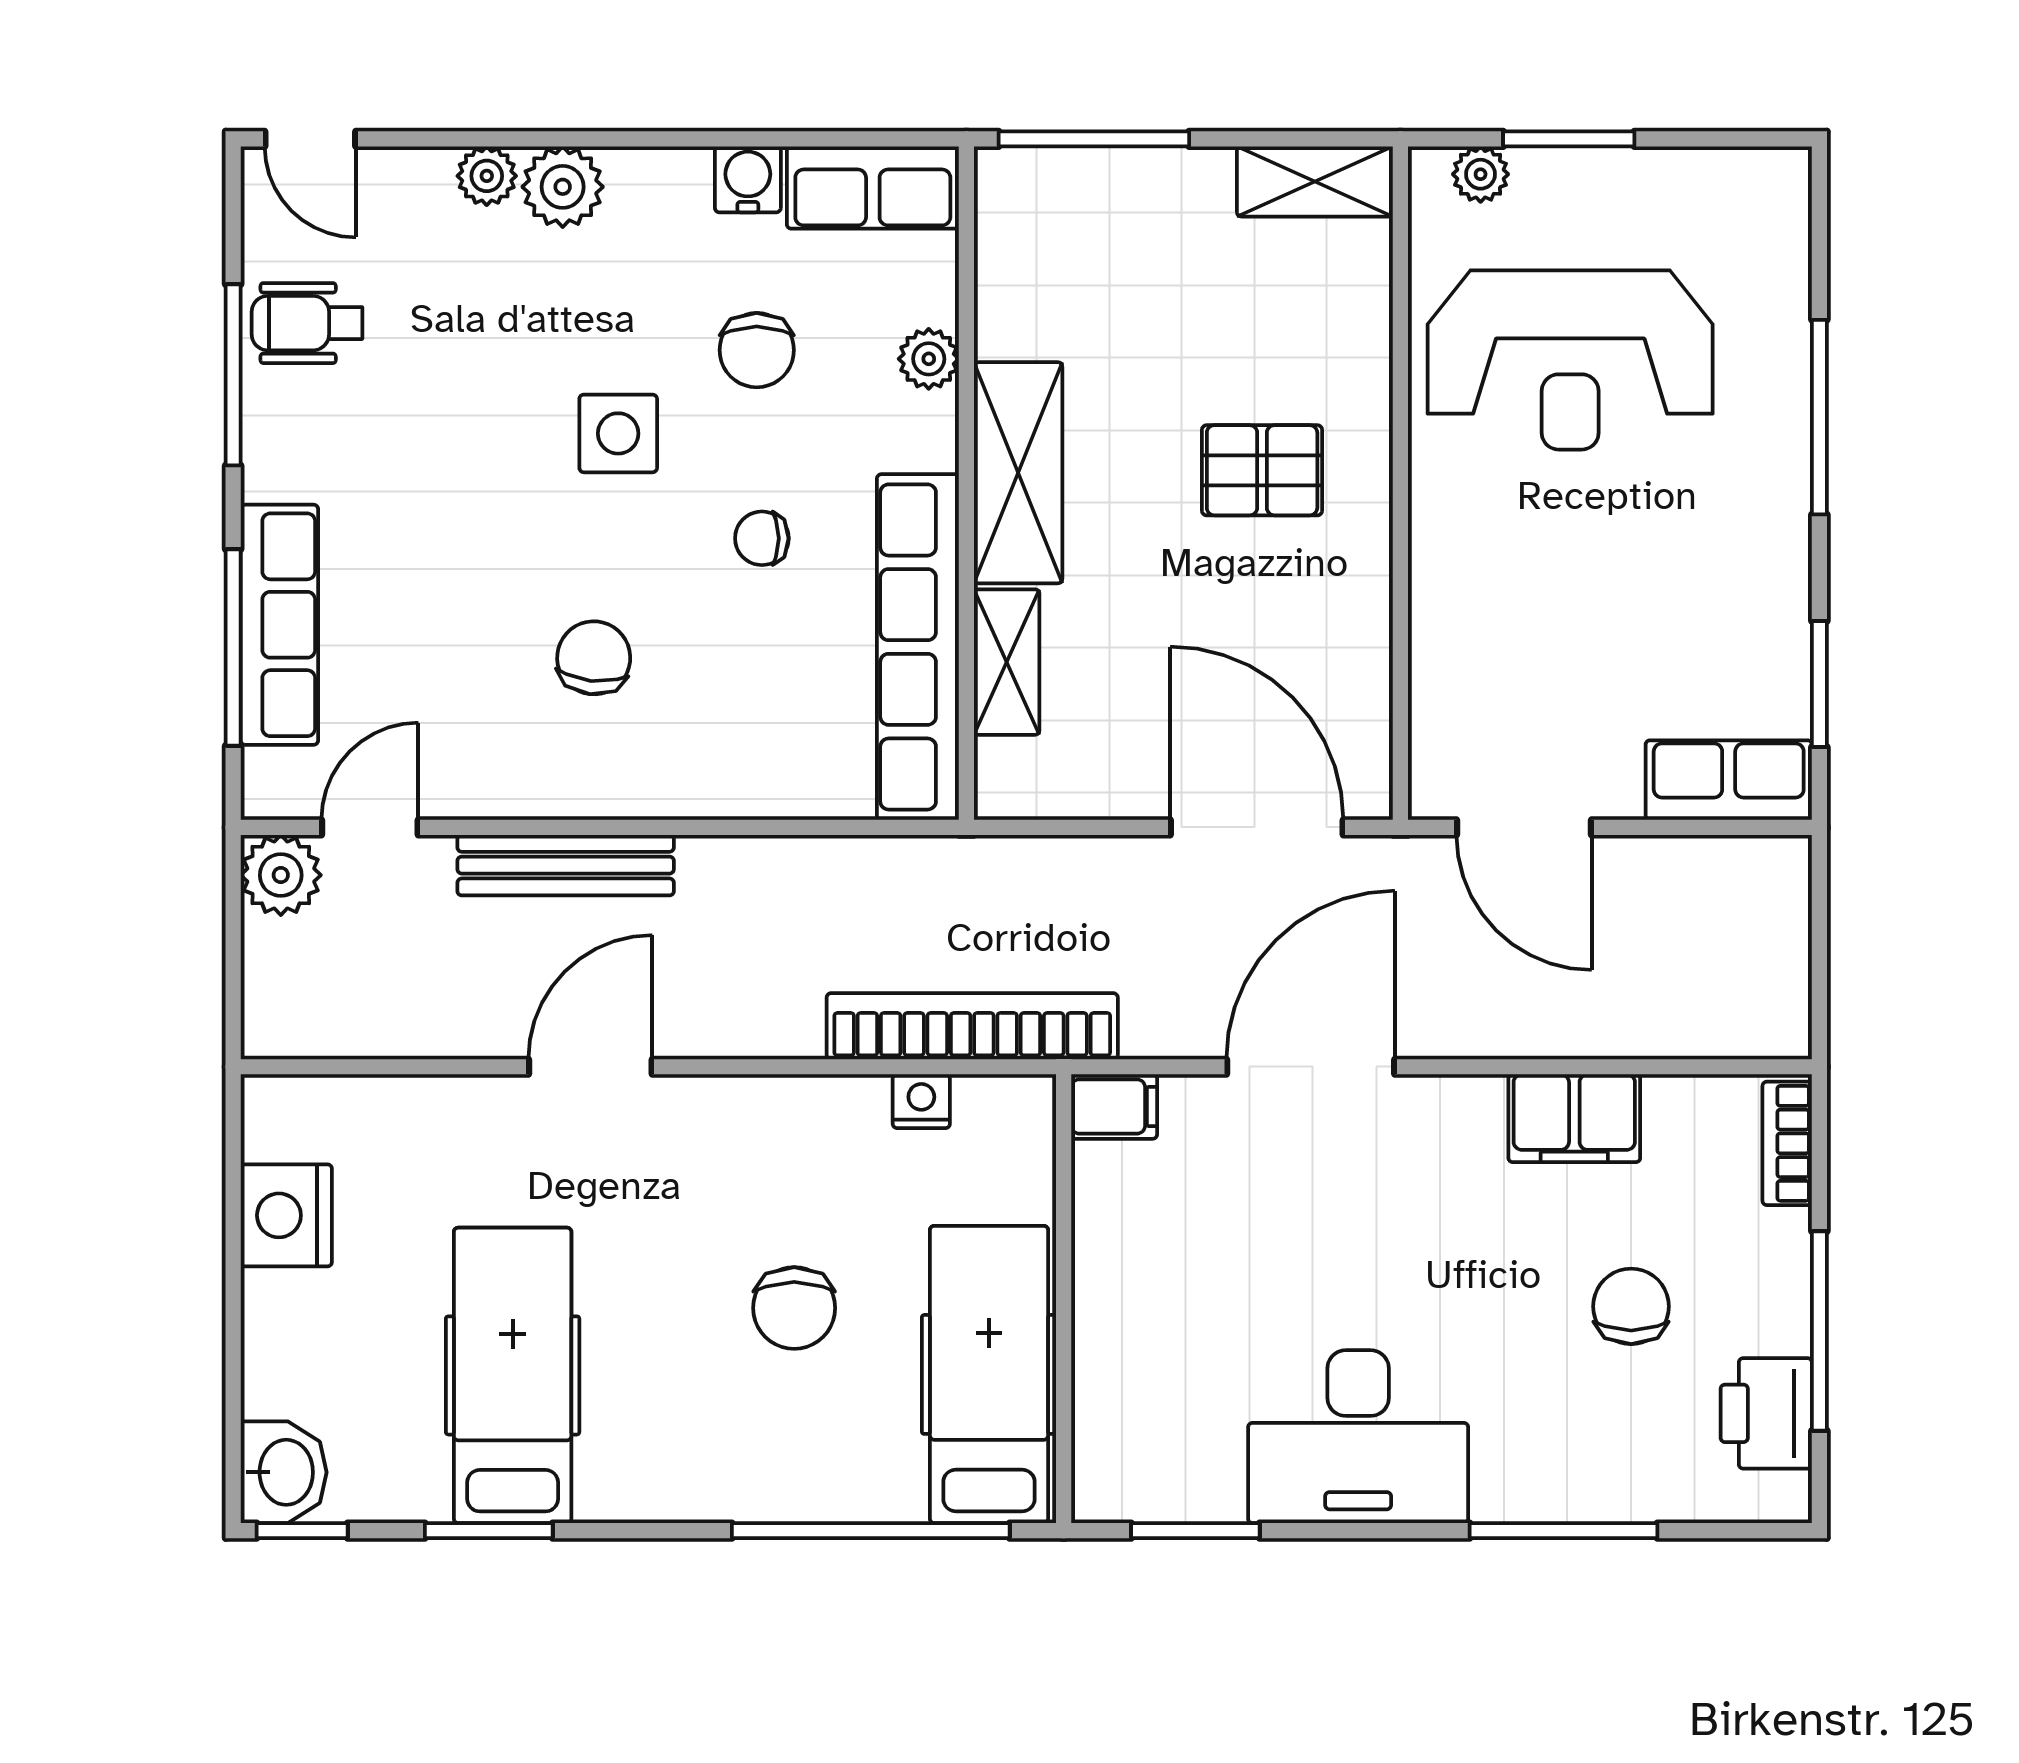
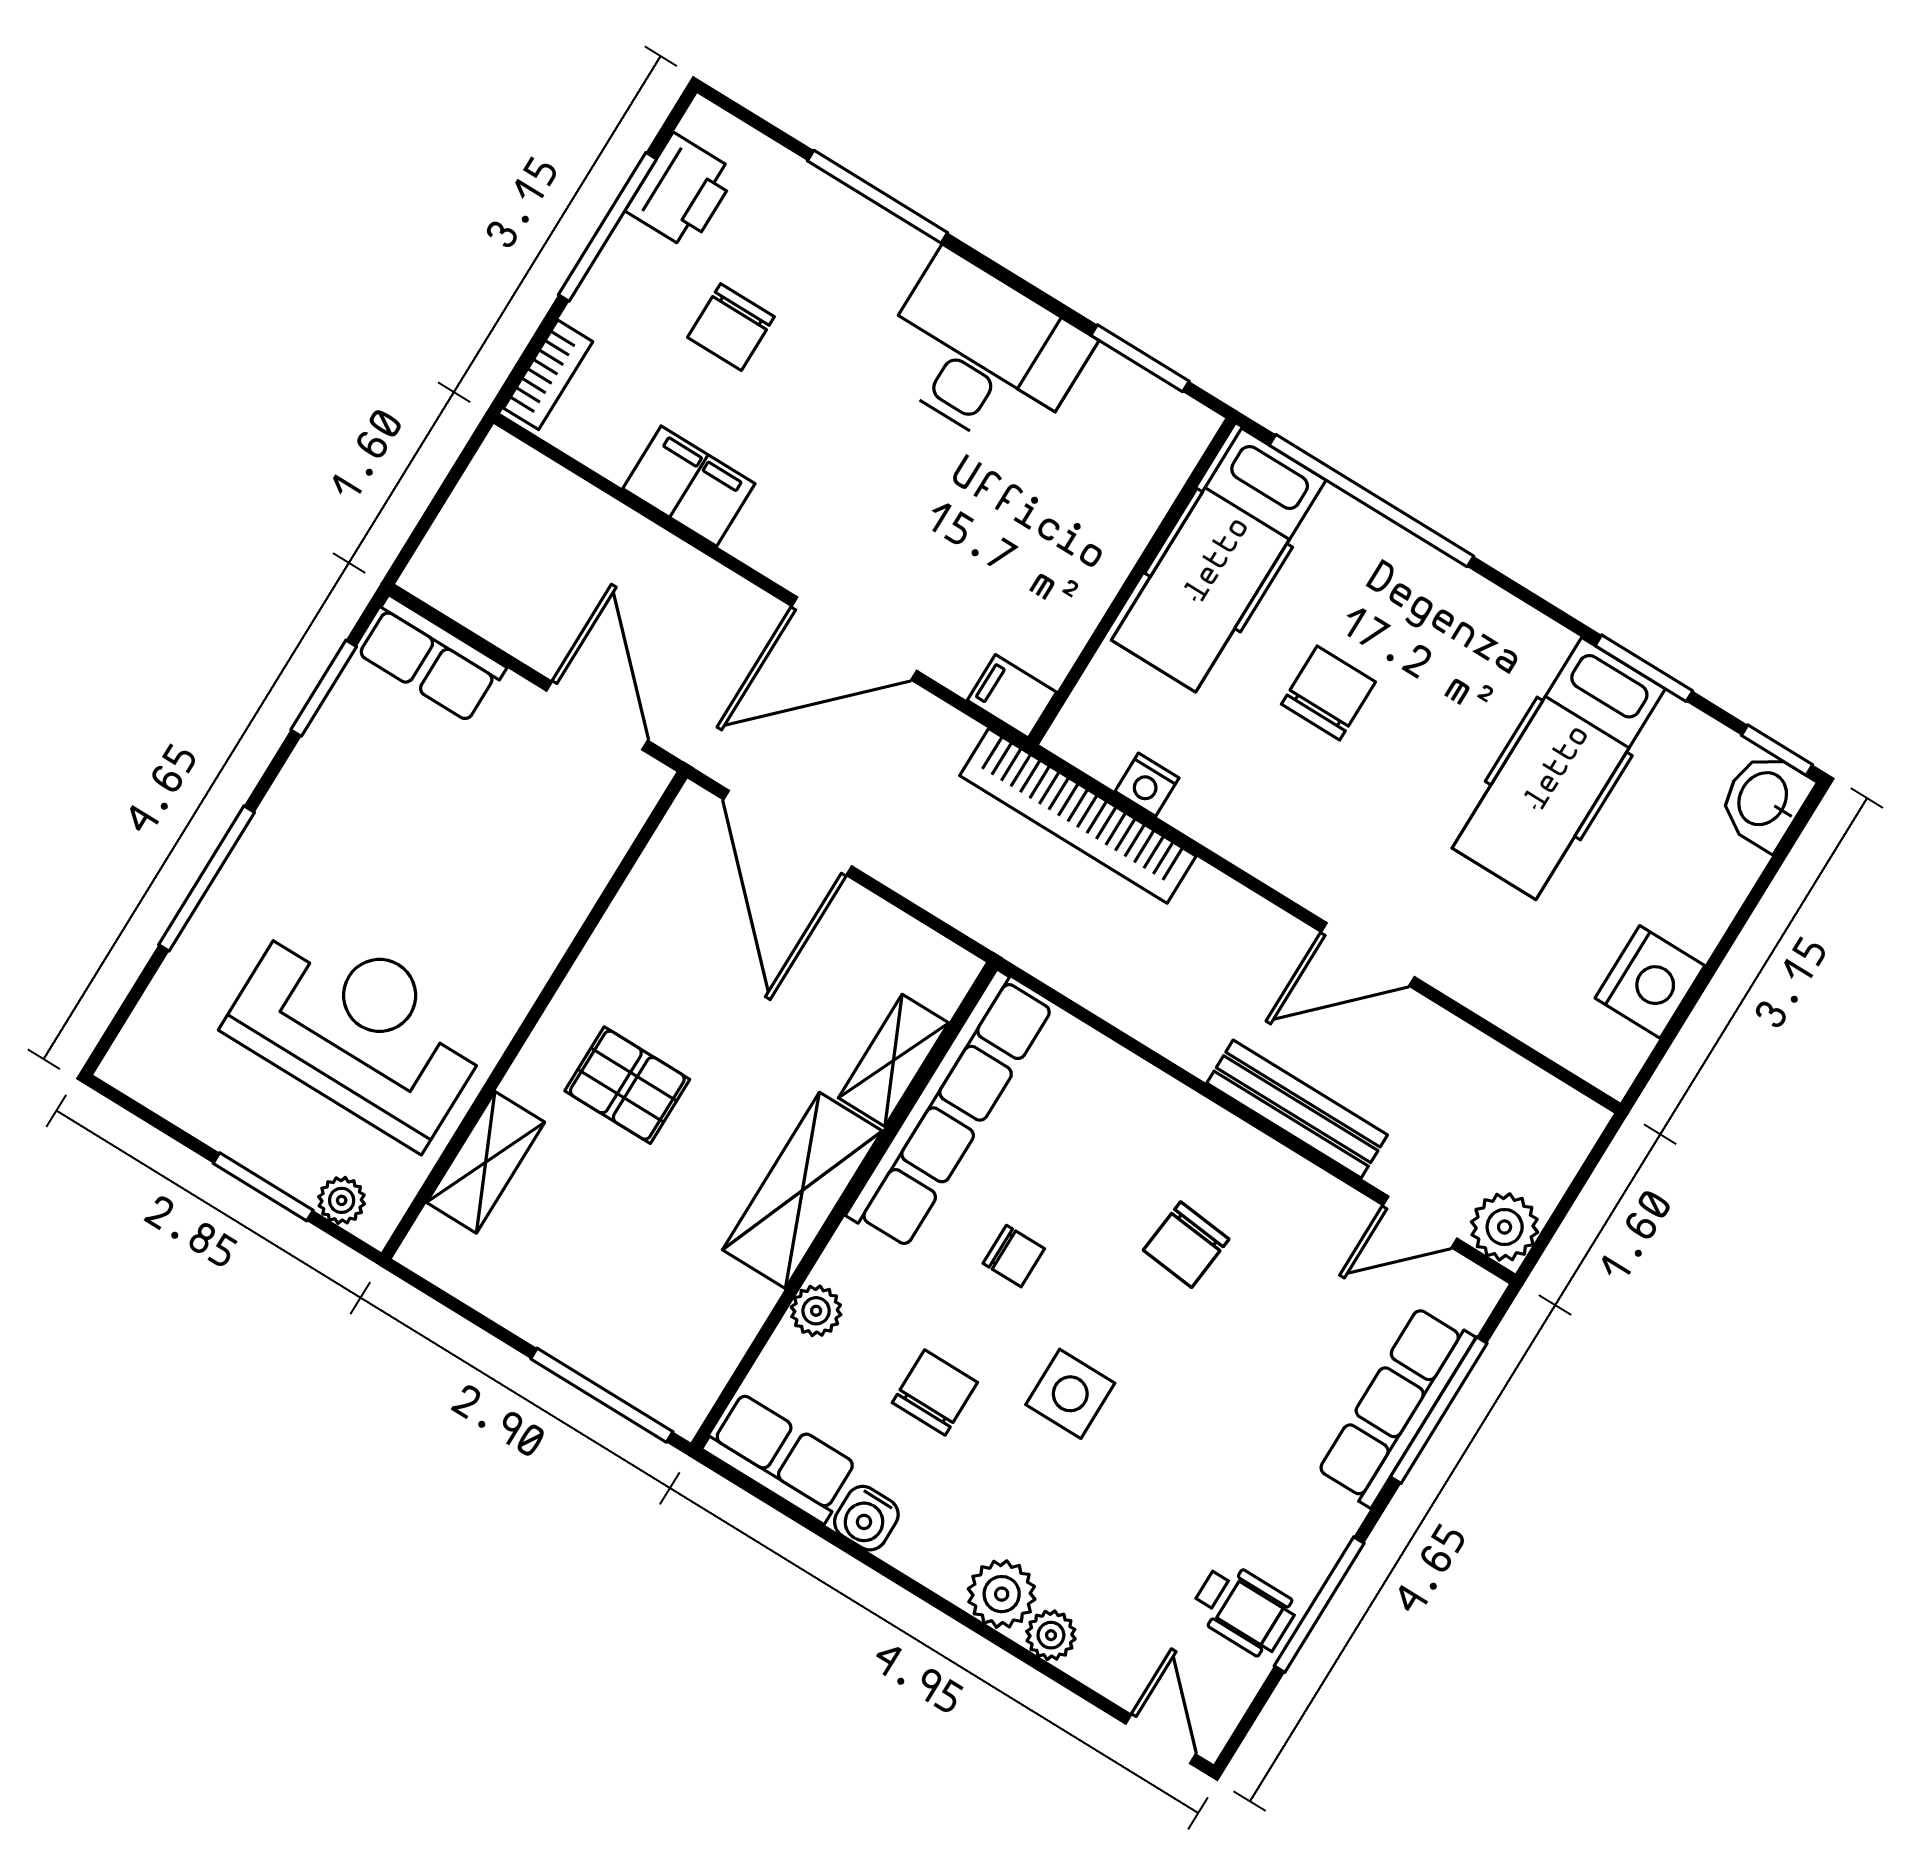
shelving: (1315, 181) -> (486, 1162), moved, turned 90

